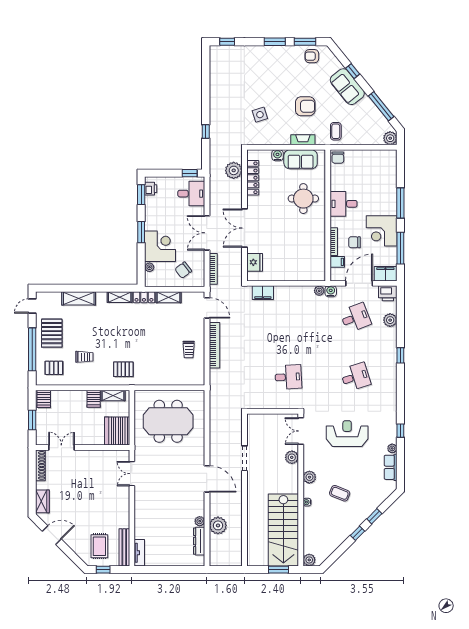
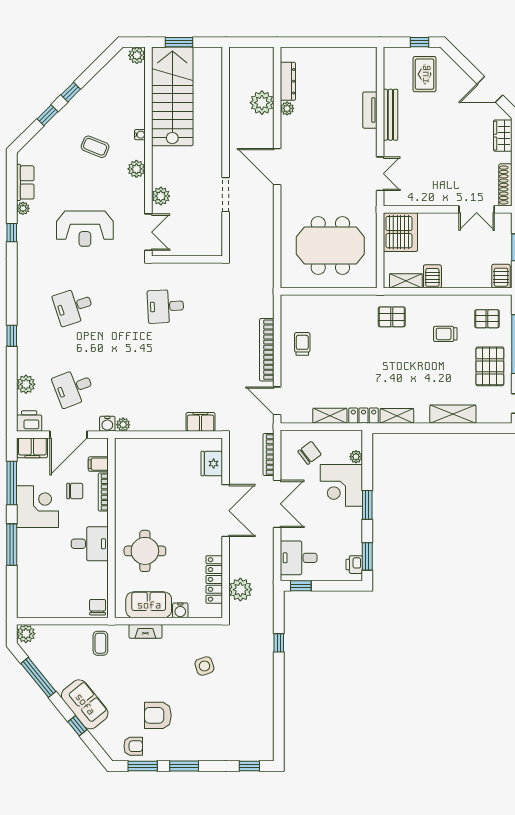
armchair: (305, 106) -> (158, 715), moved
bench: (124, 547) -> (390, 115), moved
tv unit: (139, 553) -> (370, 110), moved

